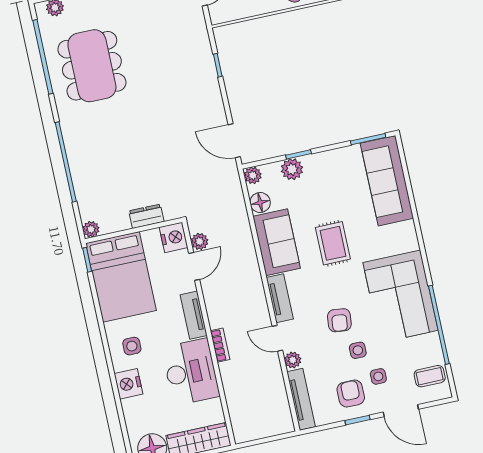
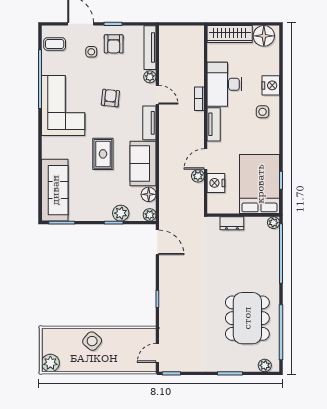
dresser: (146, 216) -> (232, 223), moved
plant: (91, 229) -> (274, 223), moved
wall: (133, 230) -> (243, 215), moved
bed: (121, 277) -> (260, 184), moved
side table: (358, 350) -> (102, 74), removed

